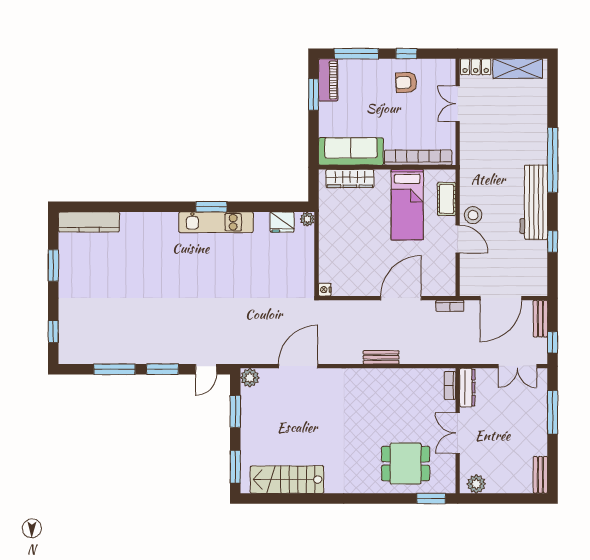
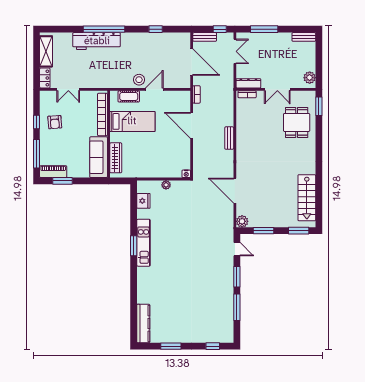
workbench: (534, 202) -> (97, 41), moved
plant: (307, 219) -> (166, 185), moved

